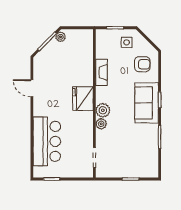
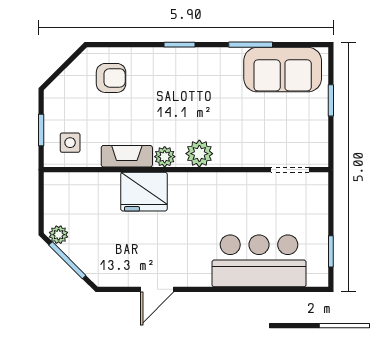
side table: (127, 42) -> (70, 143), moved
armchair: (142, 64) -> (111, 78), turned 90
fridge: (83, 99) -> (144, 192), moved
sofa: (147, 103) -> (283, 70), moved
plant: (101, 124) -> (165, 157), moved

